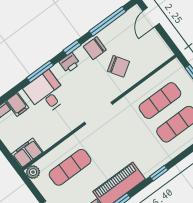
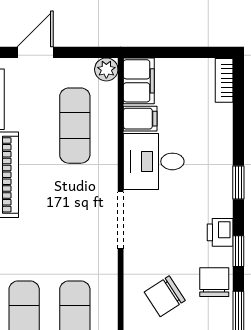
window: (40, 71) -> (238, 182), width x0.67
desk: (46, 93) -> (154, 161), moved, turned 180
filing cabinet: (17, 104) -> (140, 119), moved, turned 180

